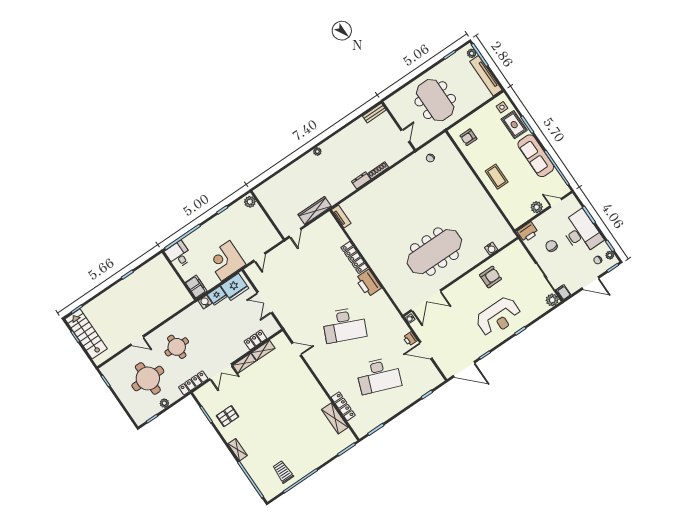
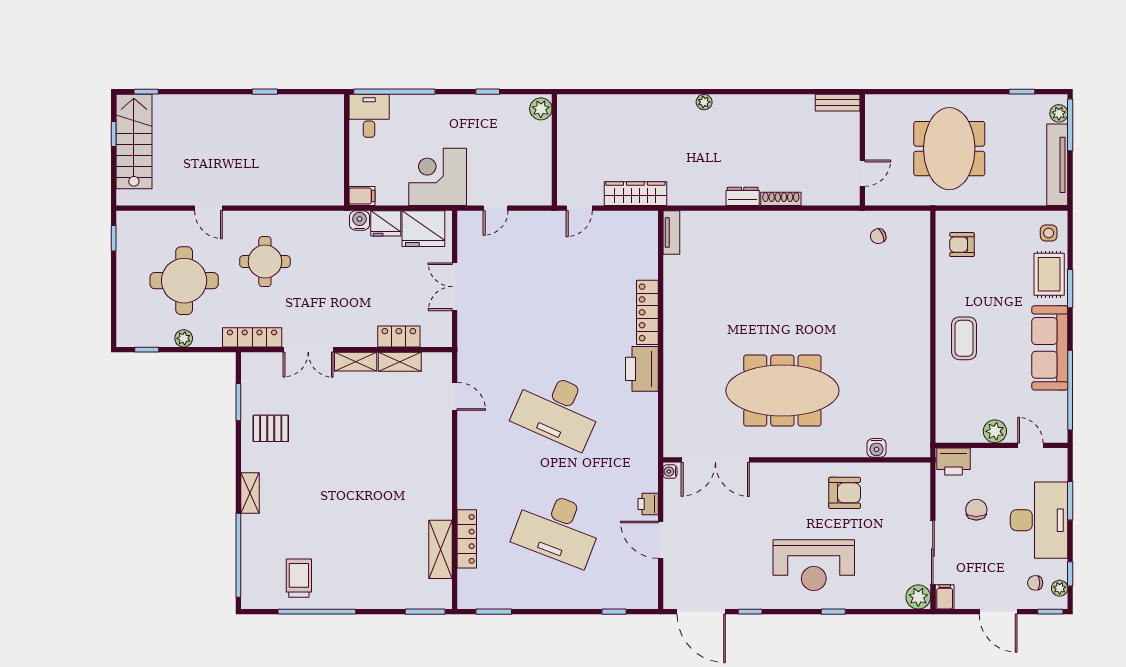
filing cabinet: (196, 287) -> (362, 196), width x0.50

